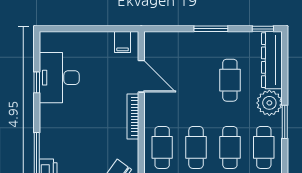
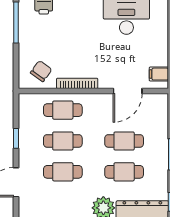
bookcase: (133, 116) -> (77, 83), moved
cafe table: (264, 147) -> (124, 141), moved

